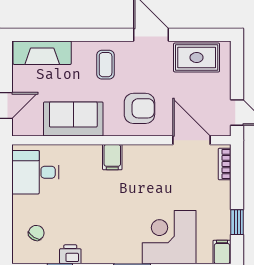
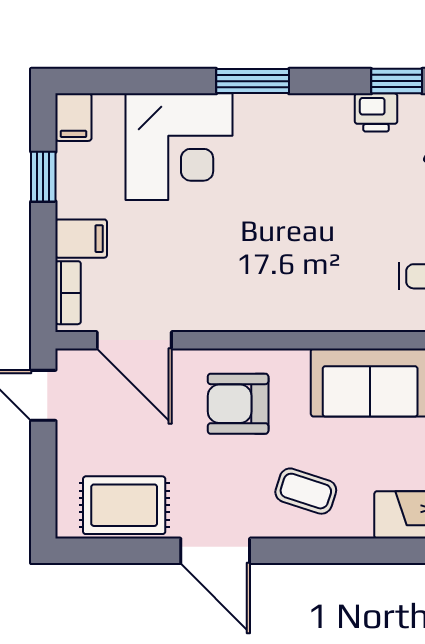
coffee table: (106, 65) -> (306, 491), turned -72
filing cabinet: (112, 157) -> (81, 239), moved, turned 90

